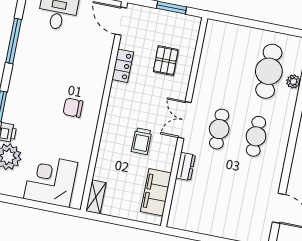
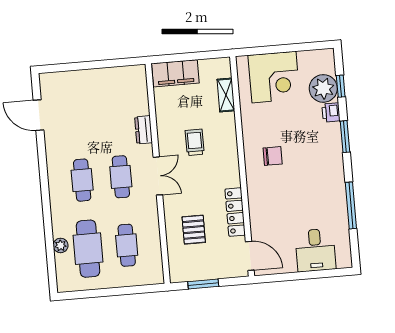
cafe table: (232, 64) -> (127, 245), added
locker: (123, 66) -> (235, 212), width x1.53
filing cabinet: (156, 192) -> (175, 73), moved, turned 90
shelving: (96, 197) -> (226, 95), moved

